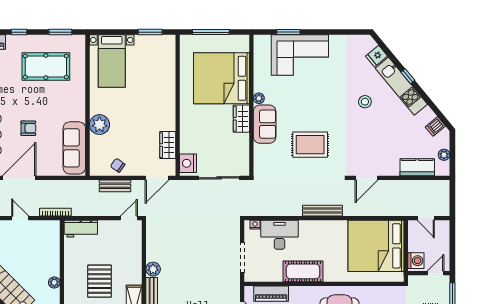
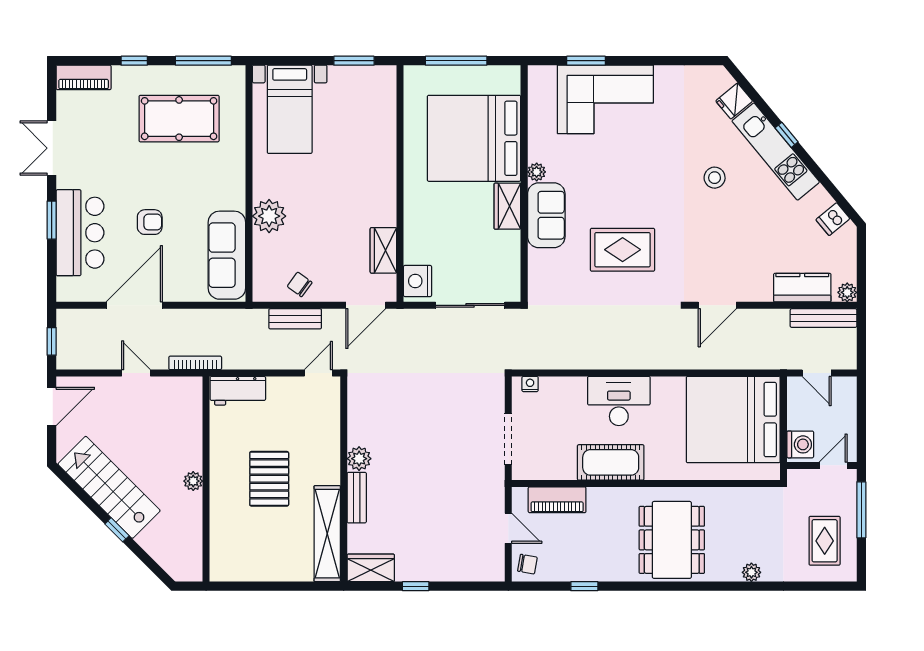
window: (60, 32) -> (203, 61), width x1.44
plant: (444, 155) -> (847, 292), moved
bench: (323, 211) -> (823, 318), moved
desk: (279, 235) -> (619, 401), moved

